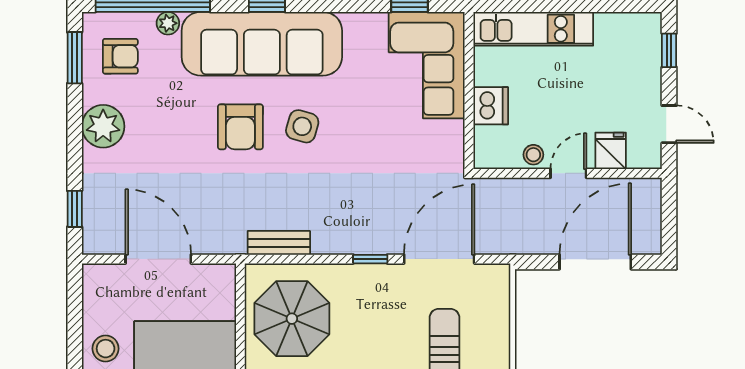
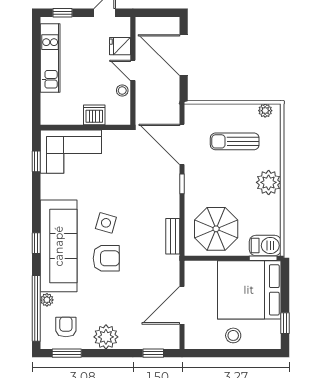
kitchen unit: (533, 29) -> (50, 58), moved

